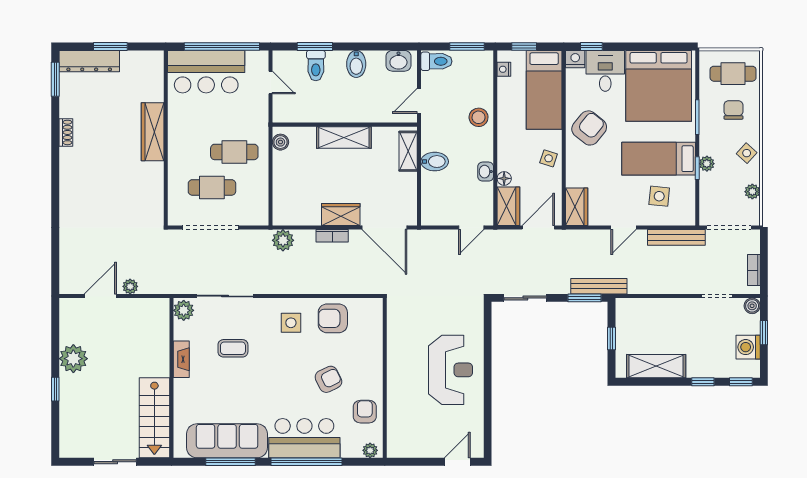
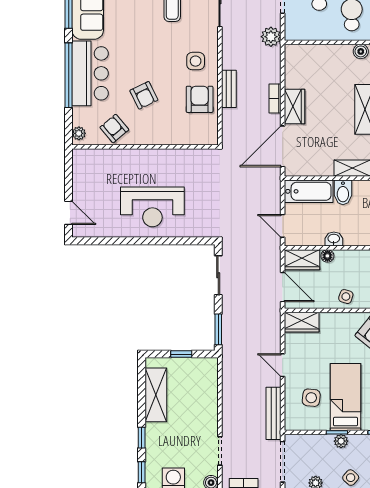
bathtub: (433, 199) -> (309, 191), added
plant: (283, 240) -> (271, 37), moved
bench: (599, 286) -> (229, 89), moved, width x0.73
armchair: (365, 412) -> (114, 129), turned -130

